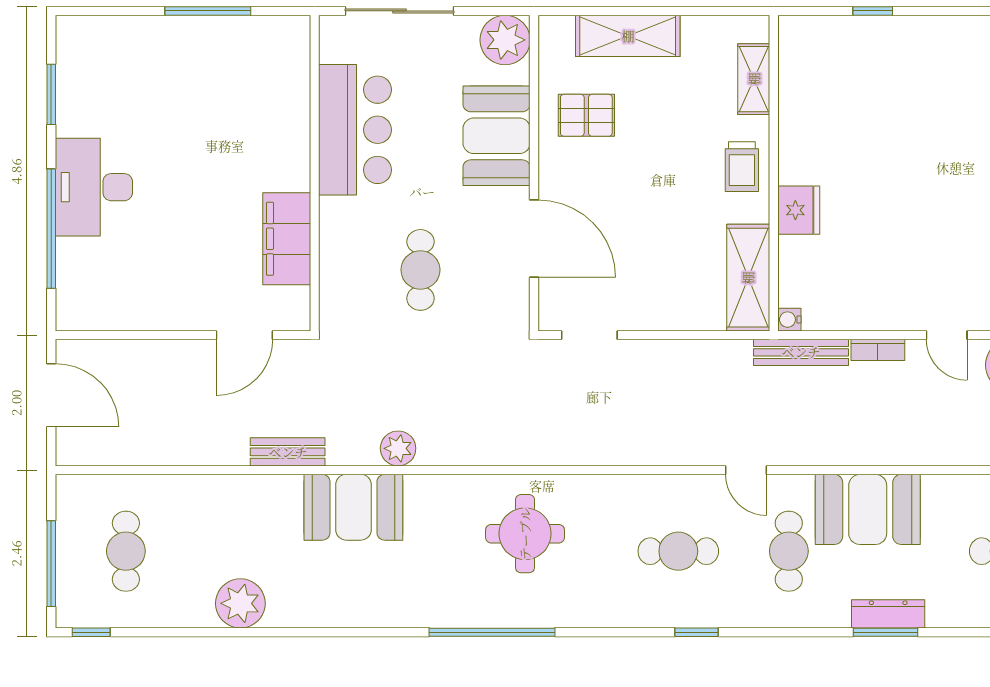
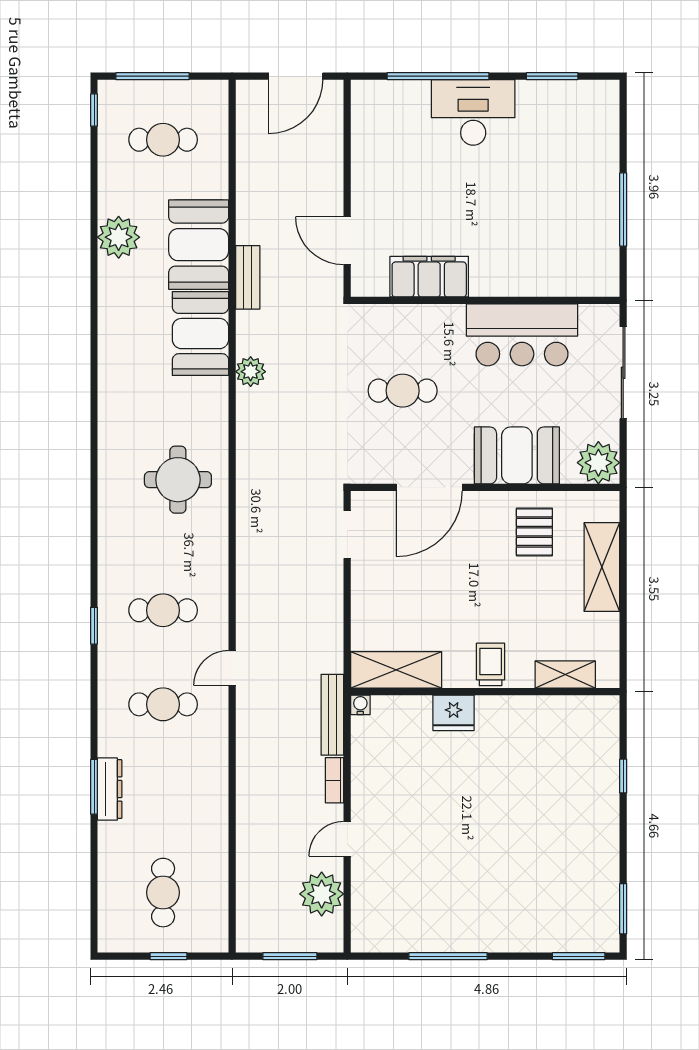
trolley: (742, 167) -> (491, 664), turned 90
booth: (868, 509) -> (199, 245), moved
cafe table: (678, 551) -> (163, 610), turned 90
window: (492, 632) -> (94, 452), removed

